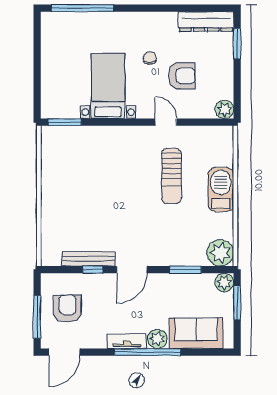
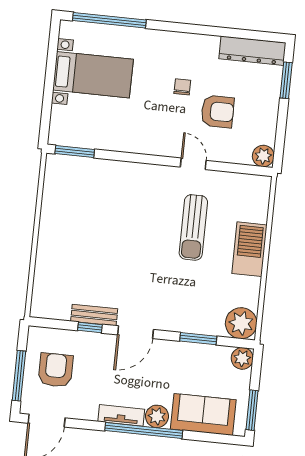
bed with nightstands: (108, 86) -> (93, 75), moved, turned 90
bench: (88, 259) -> (94, 315), width x0.73
window: (237, 303) -> (252, 410), moved

